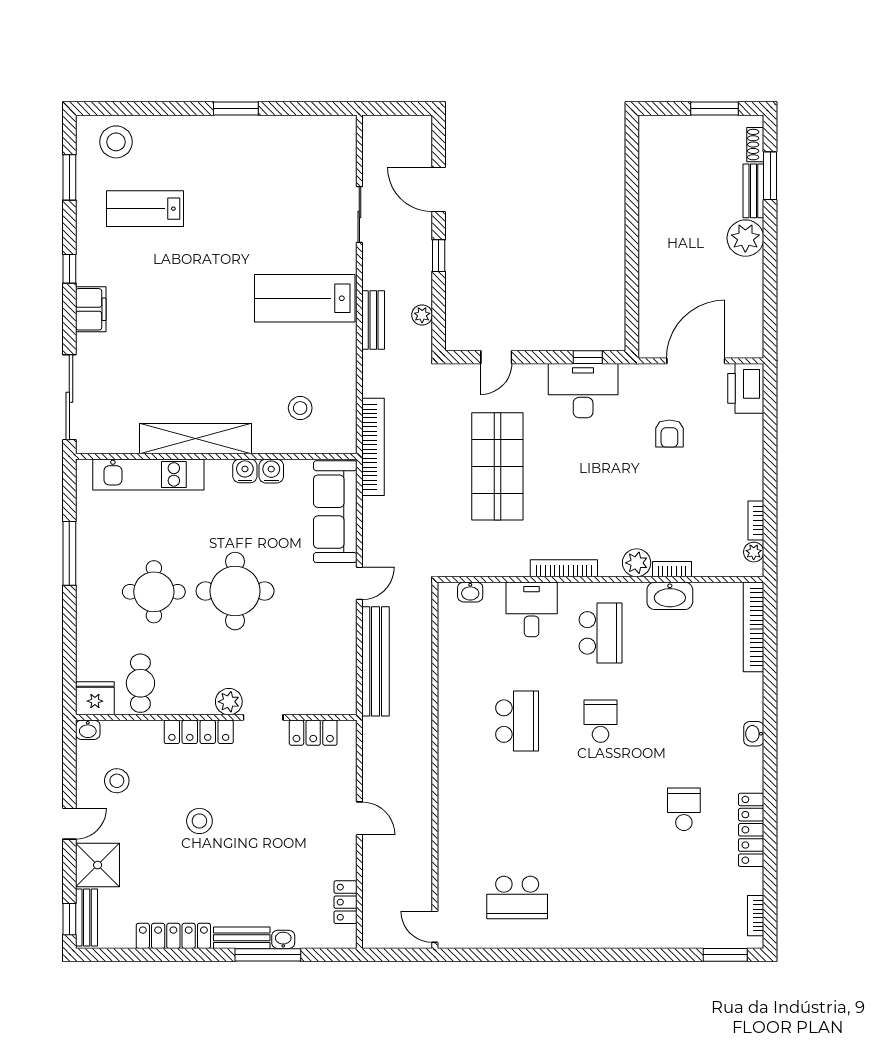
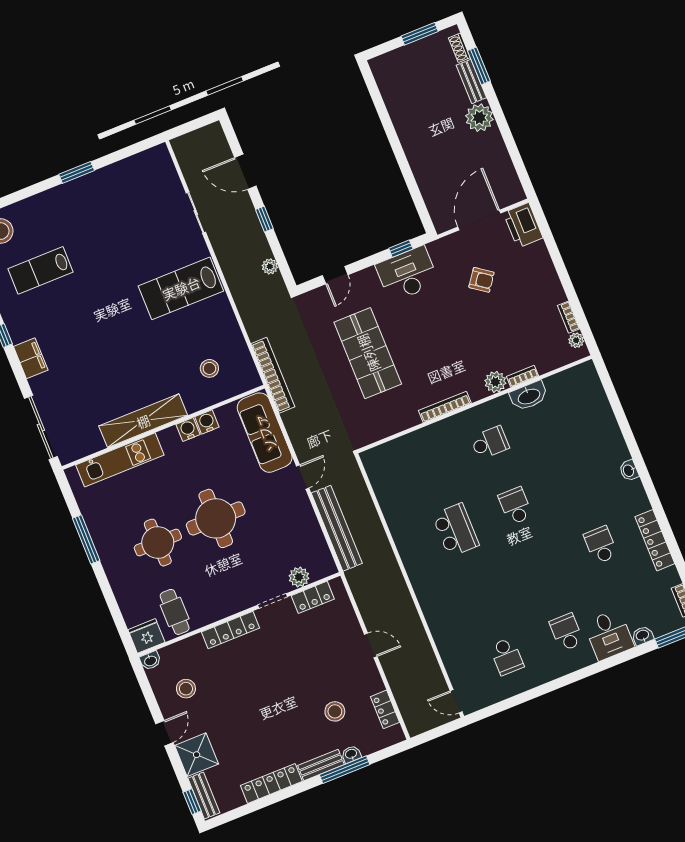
bench: (373, 320) -> (236, 284), removed
armchair: (669, 434) -> (481, 280), turned -54
washbasin: (470, 592) -> (643, 636), moved, turned 180
desk: (532, 609) -> (609, 635), moved, turned 180
bookcase: (754, 627) -> (598, 394), removed
school desk: (601, 633) -> (490, 443), width x0.54
plant: (229, 702) -> (299, 577), moved
stool: (199, 821) -> (335, 711), moved
school desk: (517, 897) -> (507, 656), width x0.54
school desk: (601, 897) -> (566, 632), added

